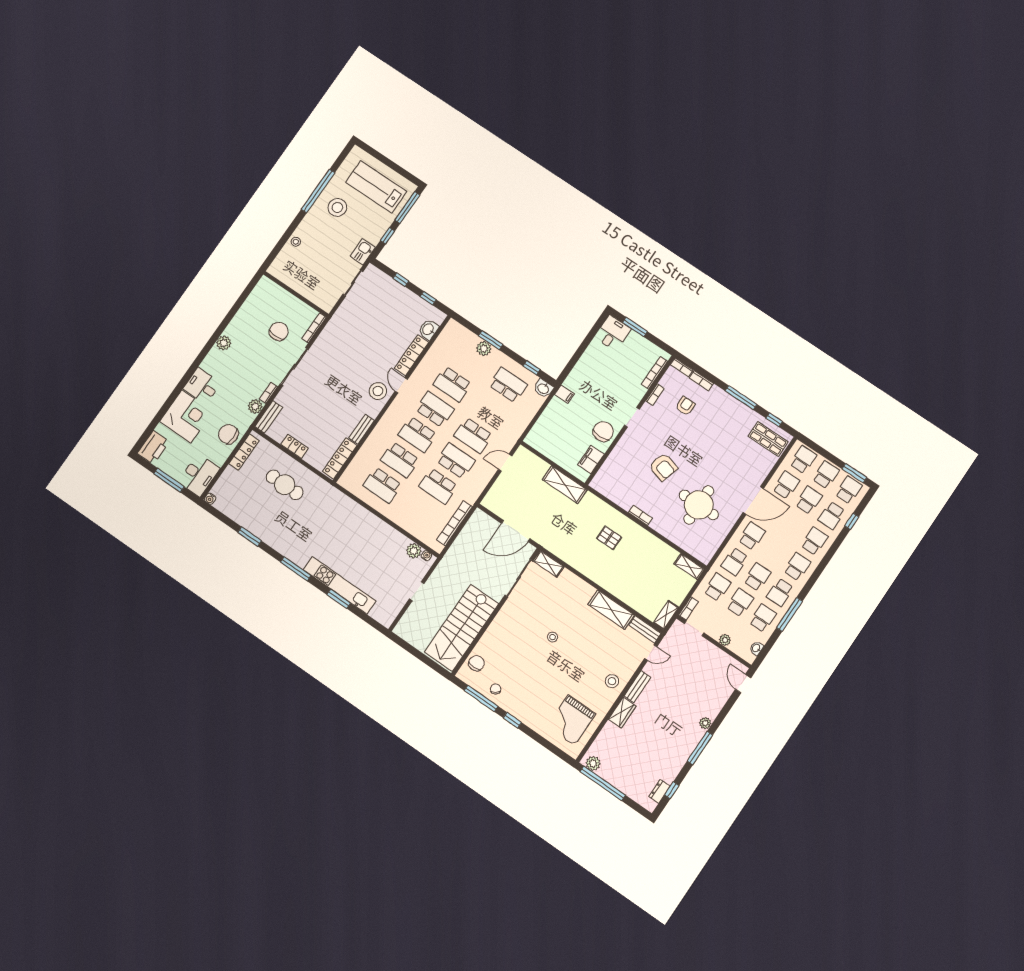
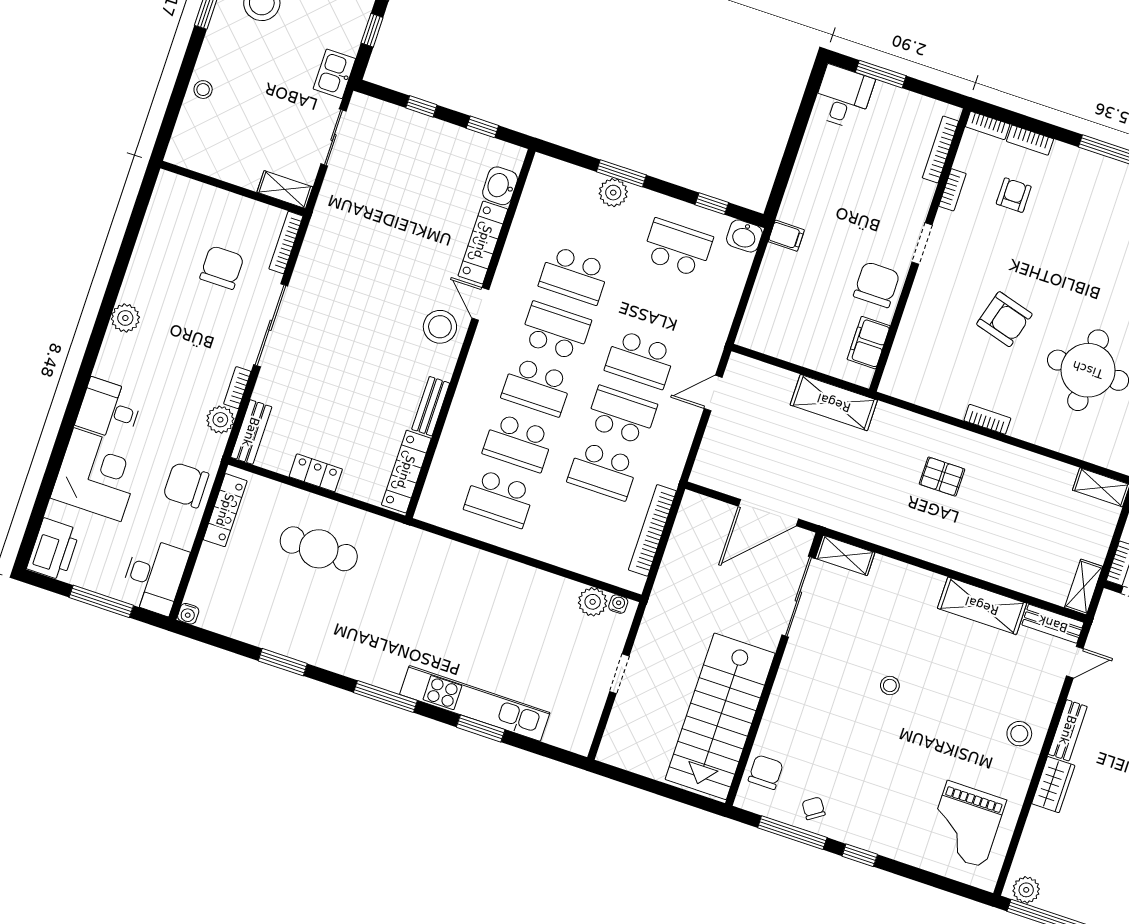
shelving: (321, 302) -> (285, 190), added

